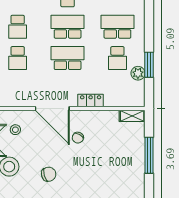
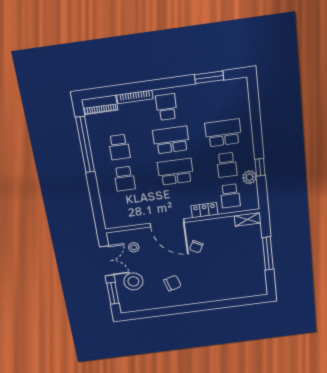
window: (149, 65) -> (260, 167), width x0.67
school desk: (117, 89) -> (230, 196), added

